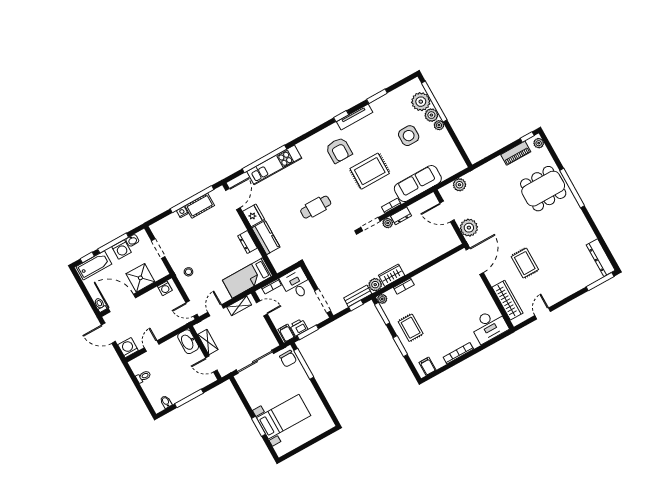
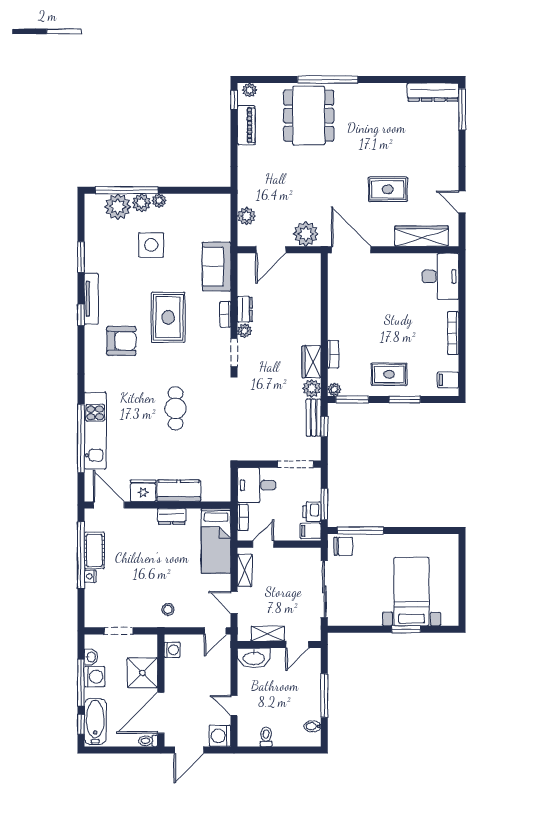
sofa: (418, 184) -> (217, 267), width x0.73

